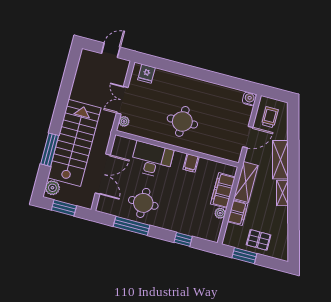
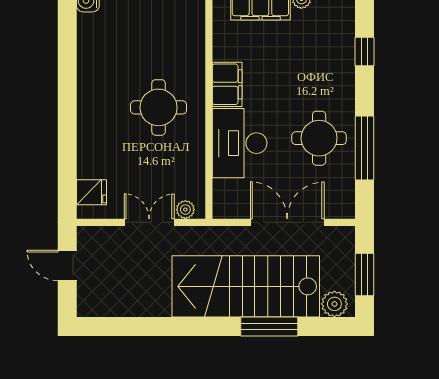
double door: (122, 100) -> (149, 222), swing flipped
filing cabinet: (191, 163) -> (227, 84), width x2.00

